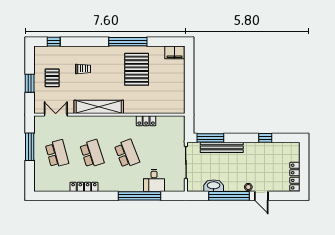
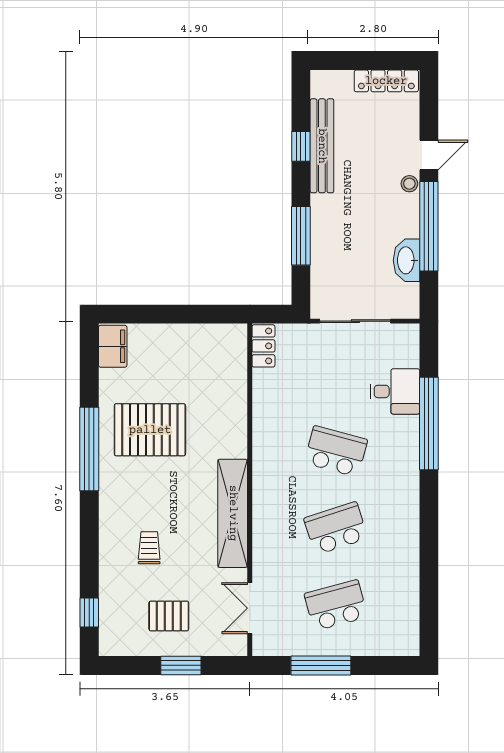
locker: (146, 121) -> (263, 346), moved
window: (210, 138) -> (301, 236), moved
bench: (222, 147) -> (322, 146), moved
school desk: (127, 154) -> (336, 451), turned 36
locker: (84, 187) -> (409, 546), removed

